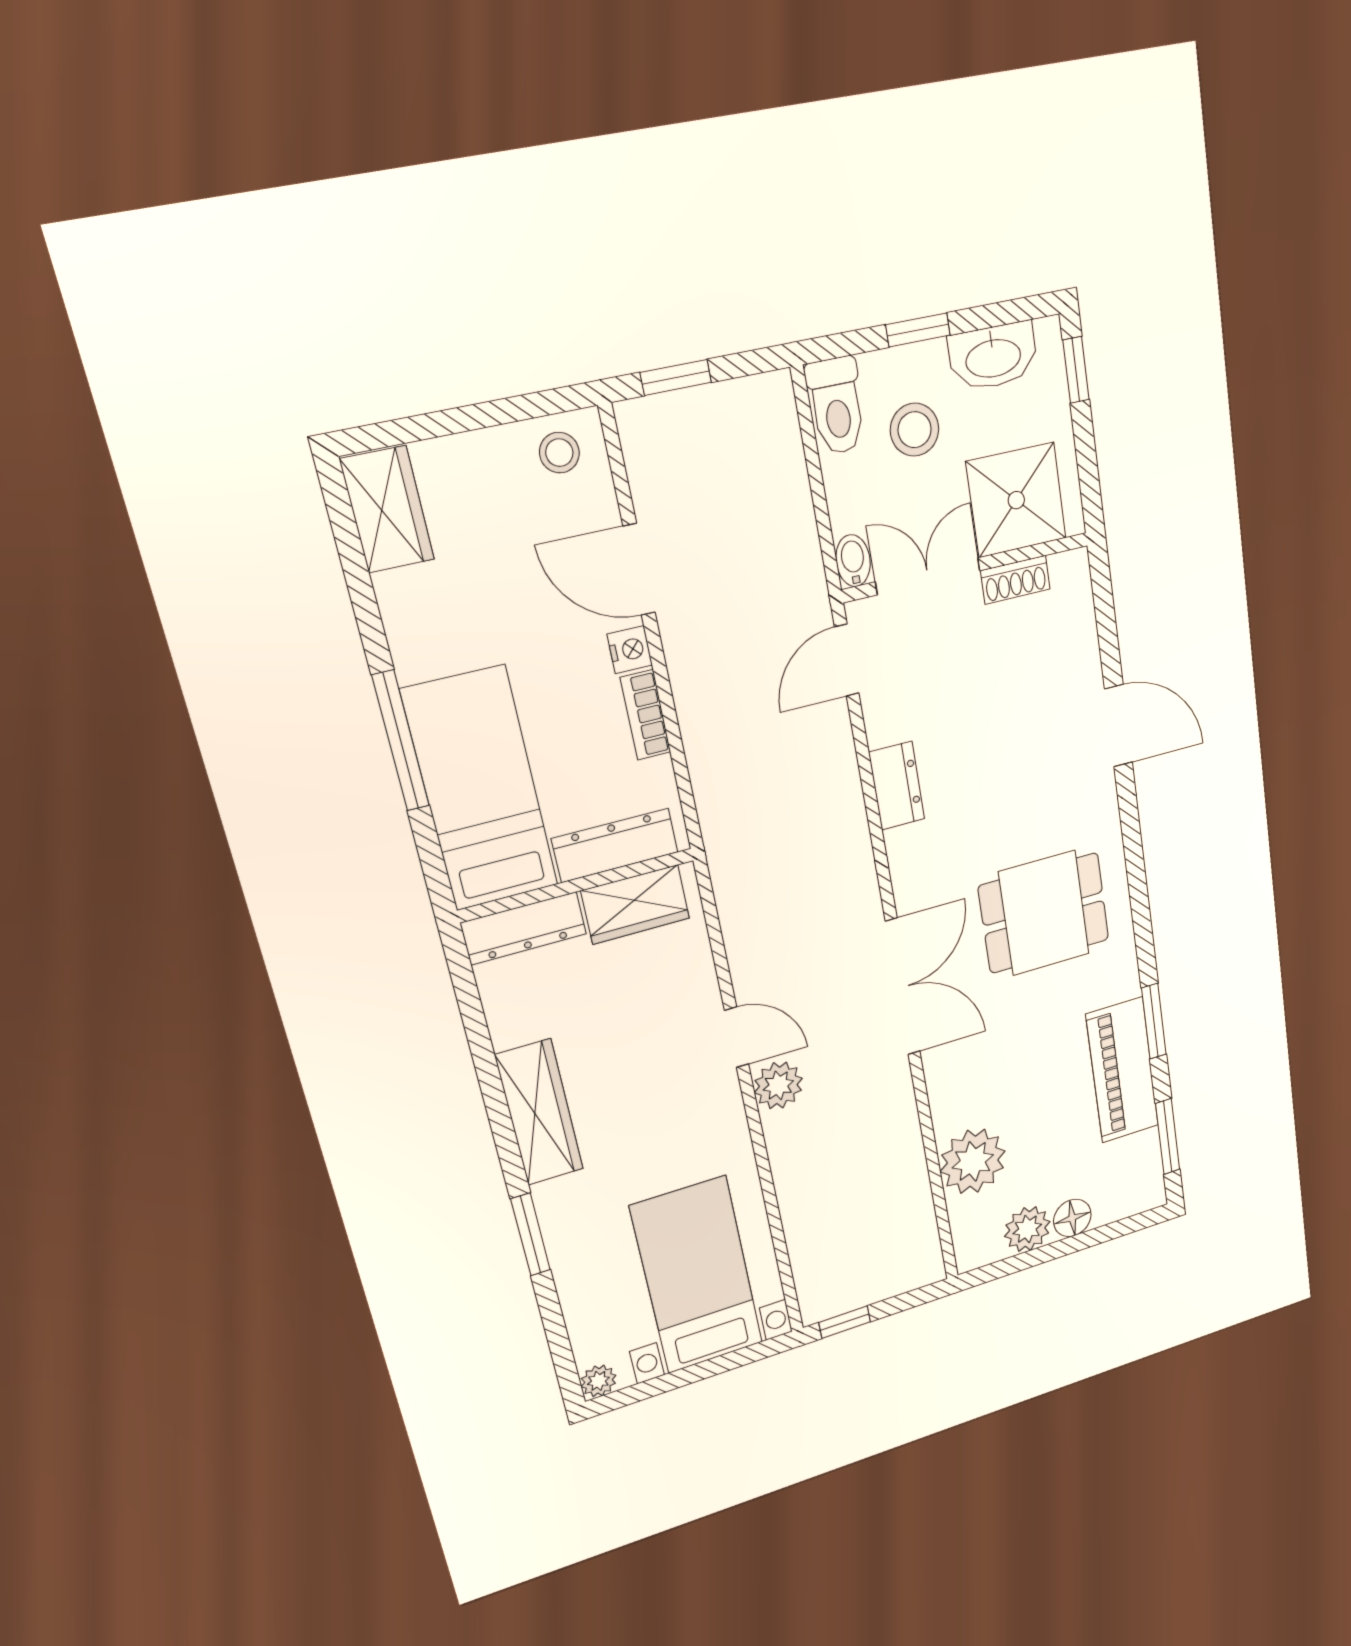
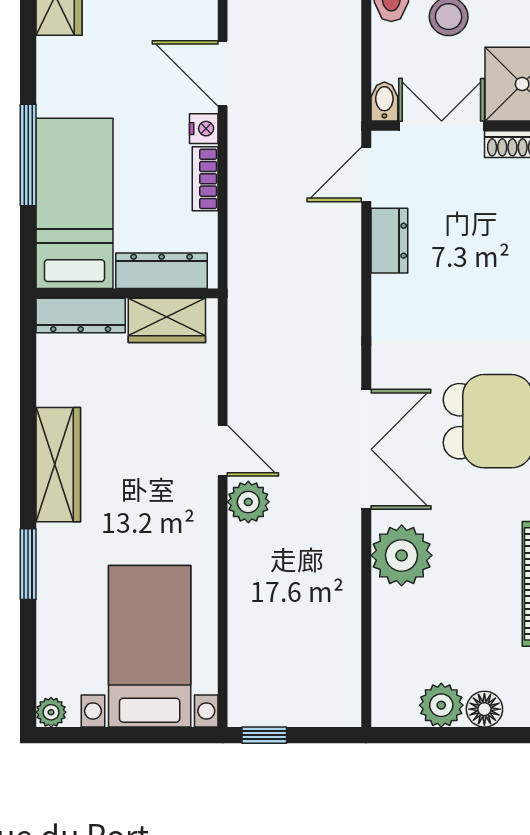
dresser: (897, 786) -> (389, 241), moved
plant: (973, 1161) -> (402, 555), moved

